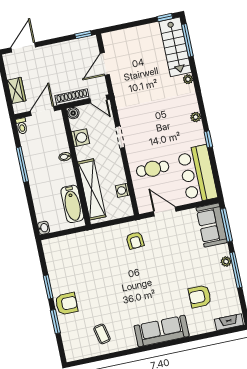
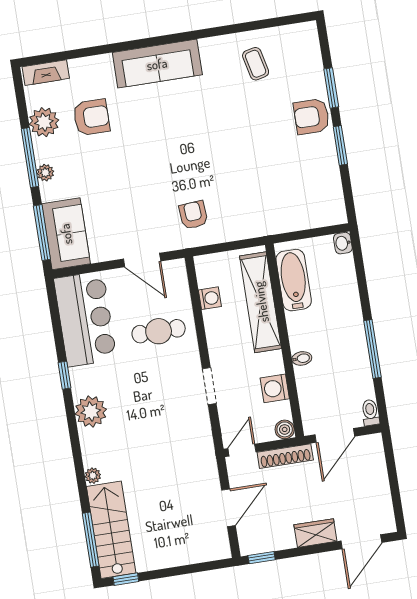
wardrobe: (17, 90) -> (315, 533), moved, turned 90
door: (98, 99) -> (242, 450), hinge flipped
plant: (196, 117) -> (91, 412), width x1.87, depth x1.87
plant: (229, 292) -> (44, 122), added

